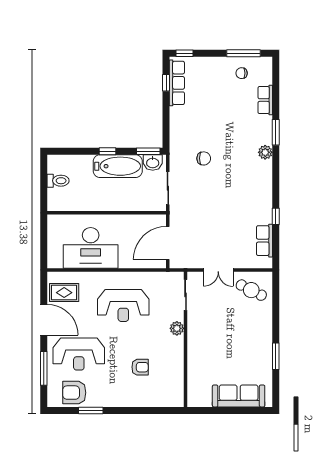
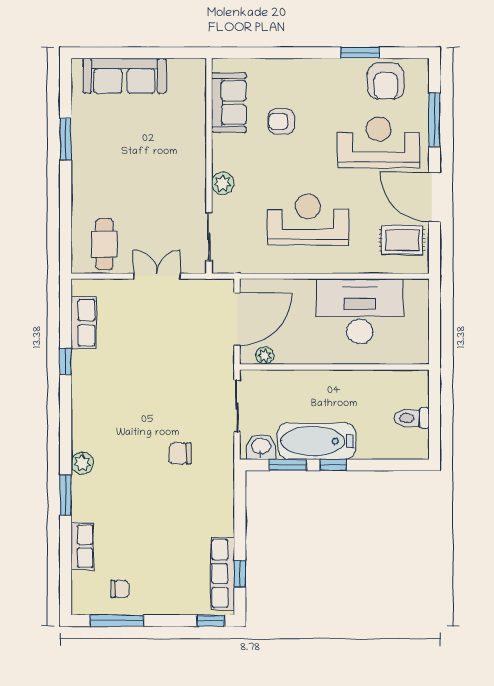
window: (148, 151) -> (288, 465), moved
plant: (150, 220) -> (265, 356), added
cafe table: (251, 290) -> (104, 244), turned 63
sofa: (173, 379) -> (229, 103), added
armchair: (74, 393) -> (386, 81), turned 90

